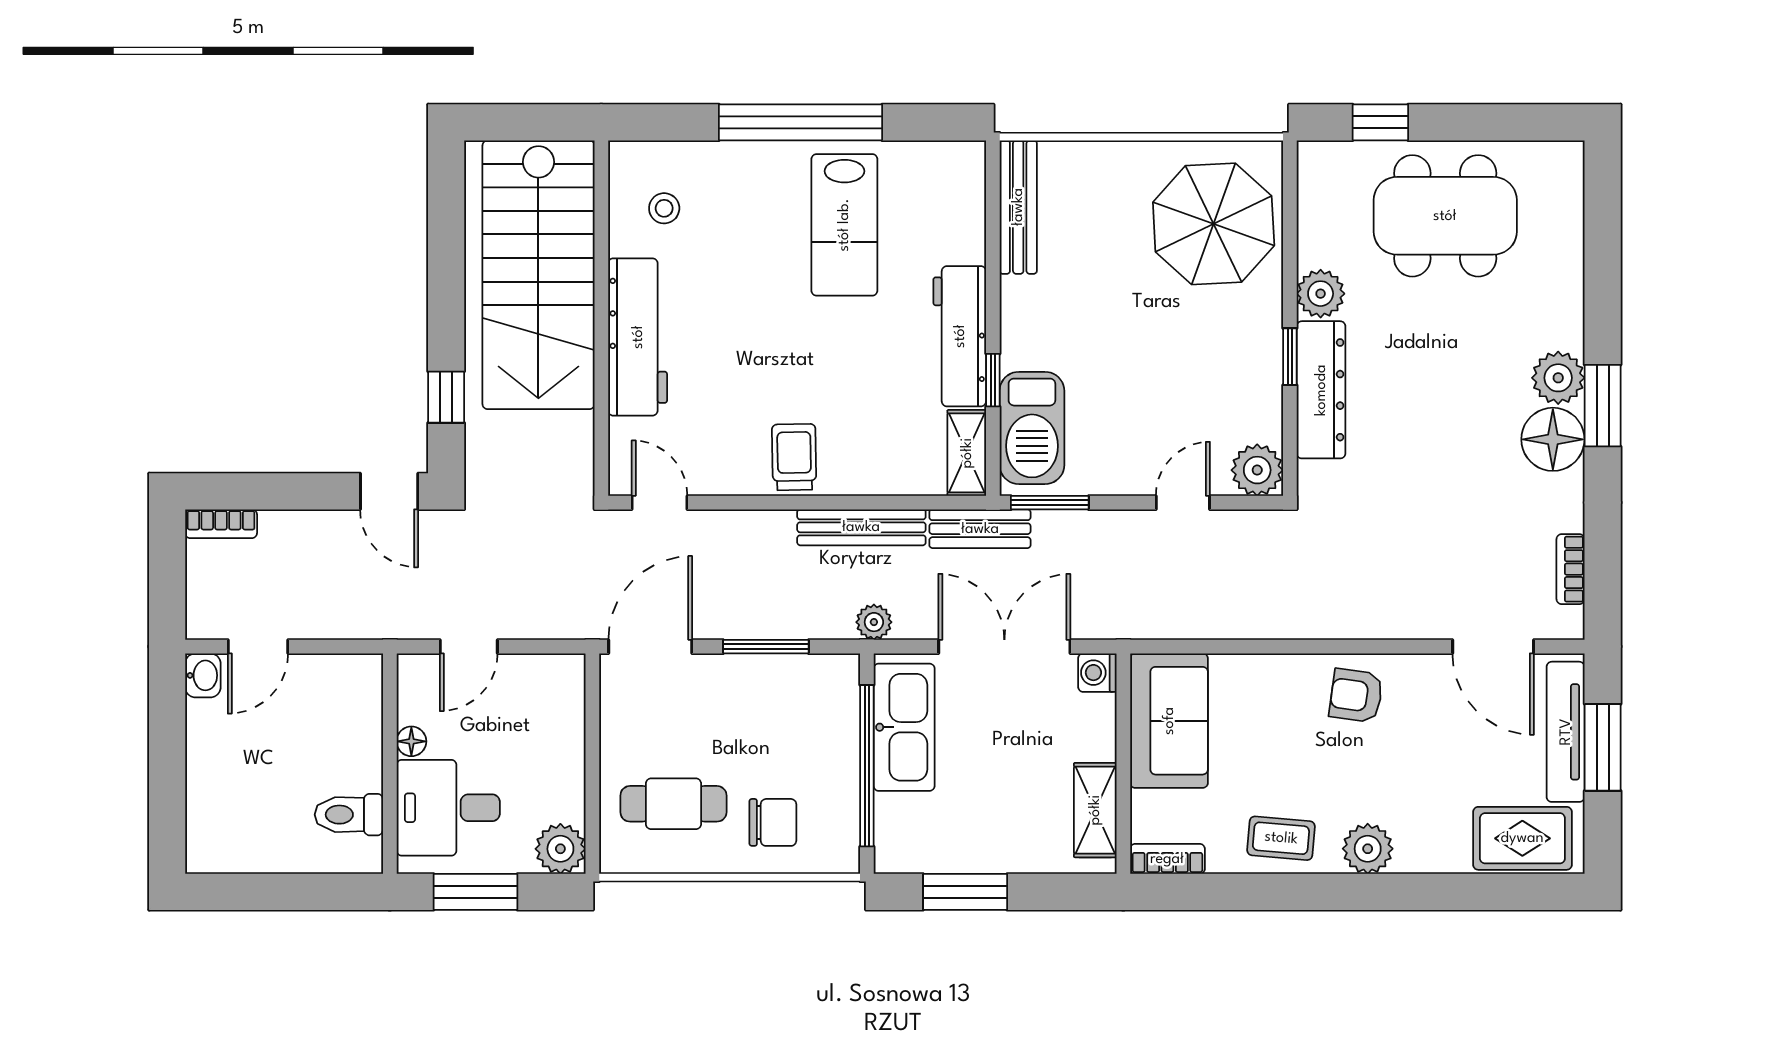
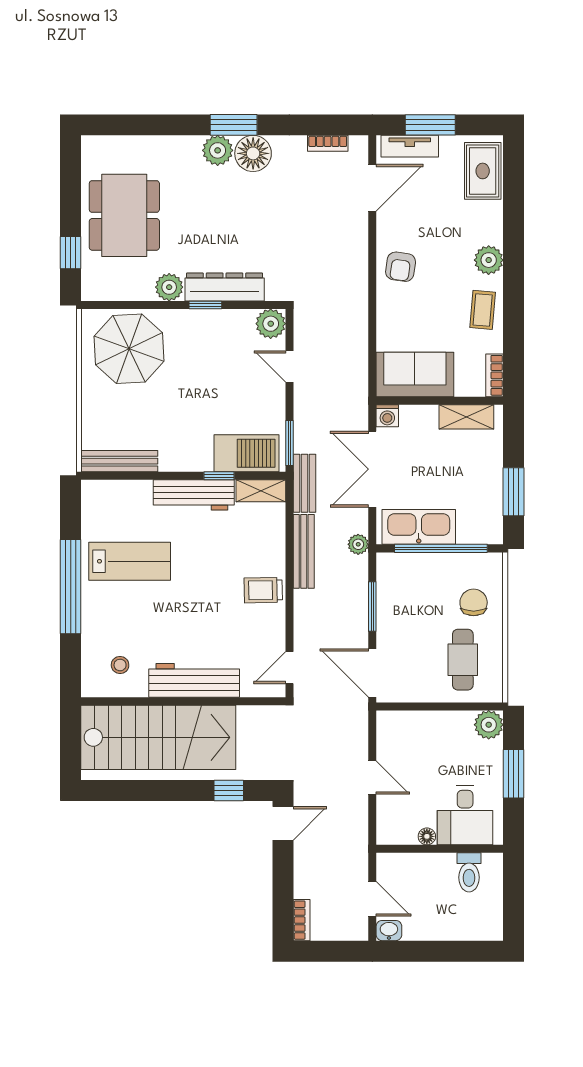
tv unit: (1566, 732) -> (410, 146), width x0.71
floor lamp: (411, 741) -> (427, 836), moved
wall: (390, 764) -> (440, 849), moved
desk: (448, 808) -> (465, 815), moved
toilet: (349, 815) -> (469, 872), moved

